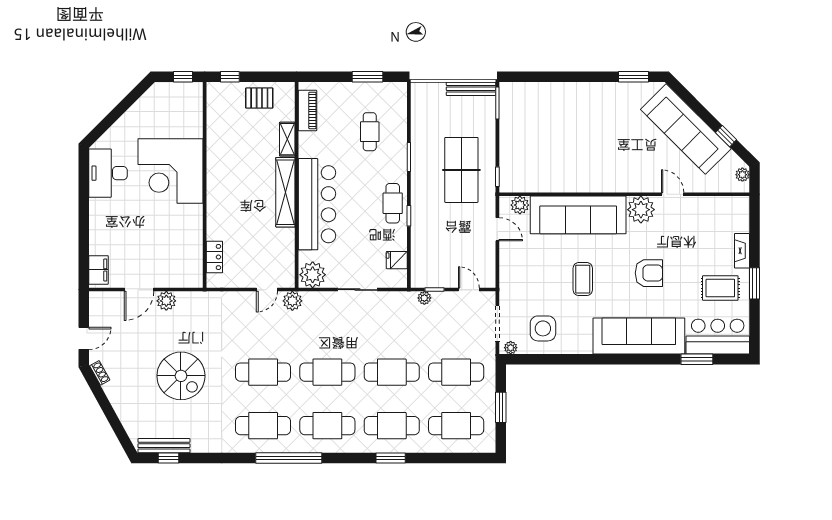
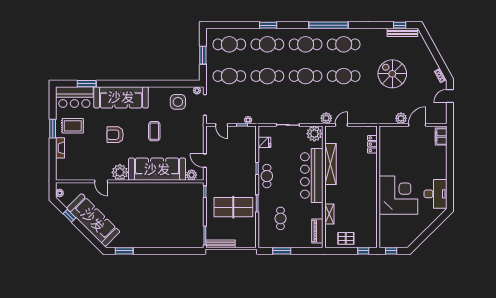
table tennis table: (461, 170) -> (233, 207), moved, turned 90
shelving: (285, 192) -> (330, 164), moved

